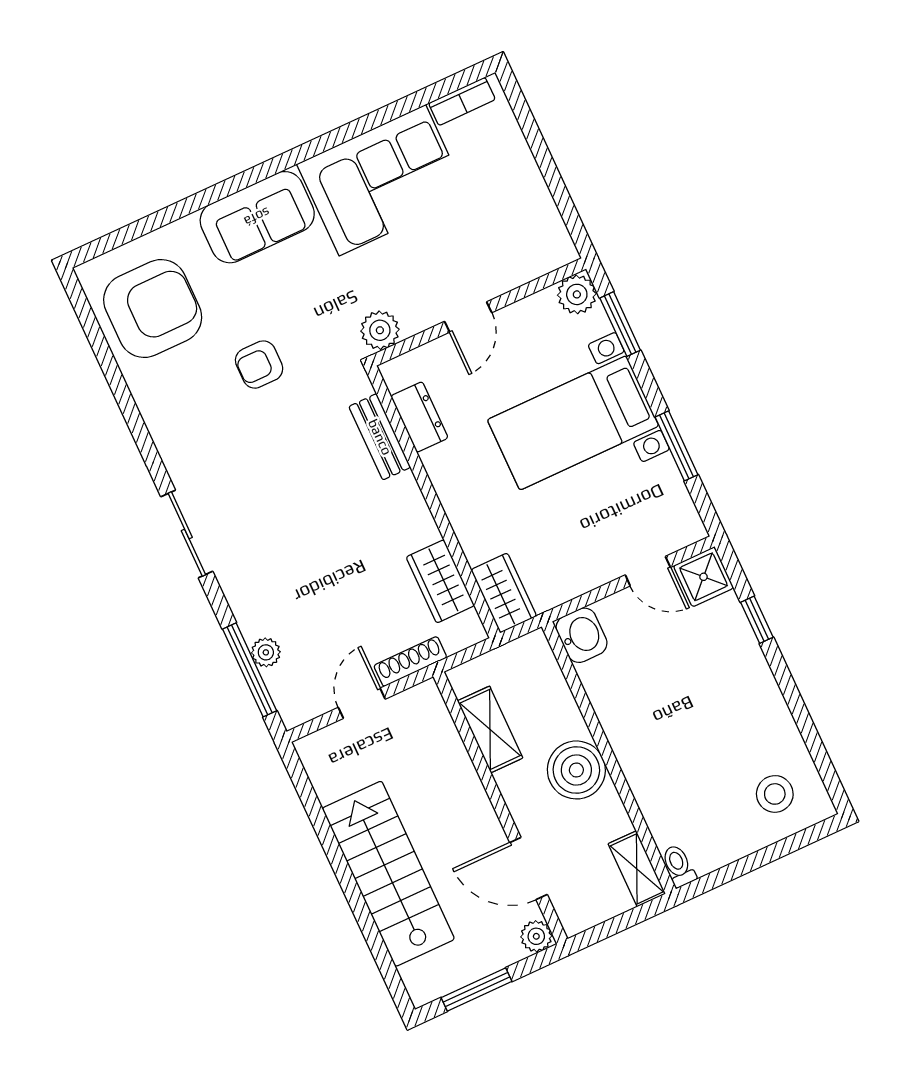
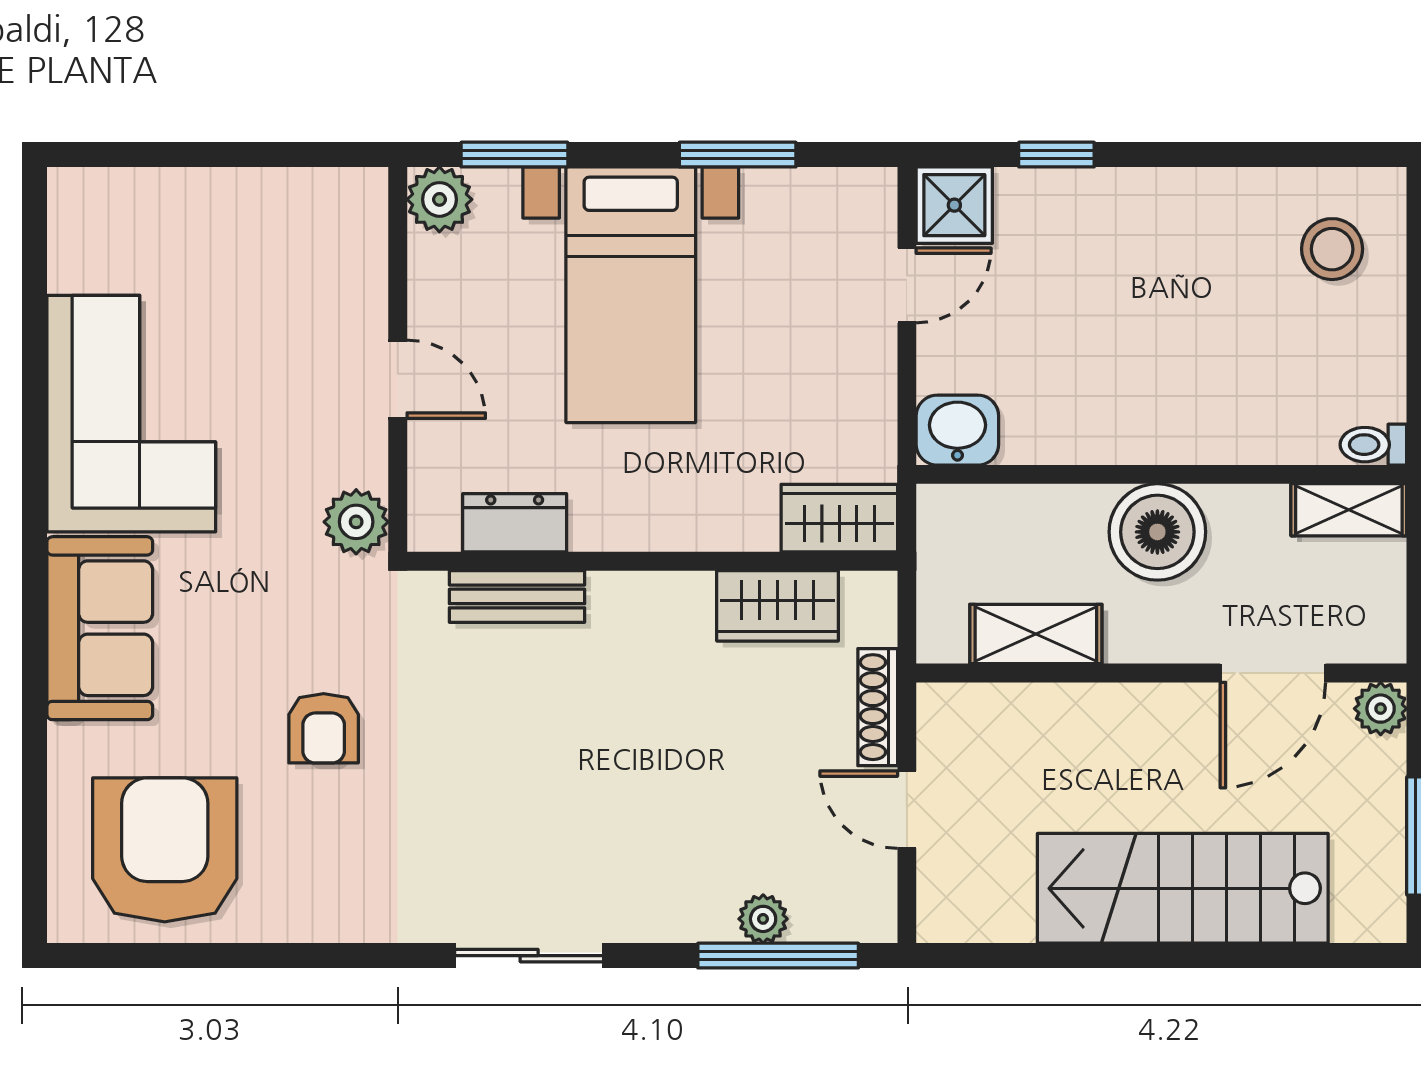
bookcase: (462, 101) -> (68, 238), removed

